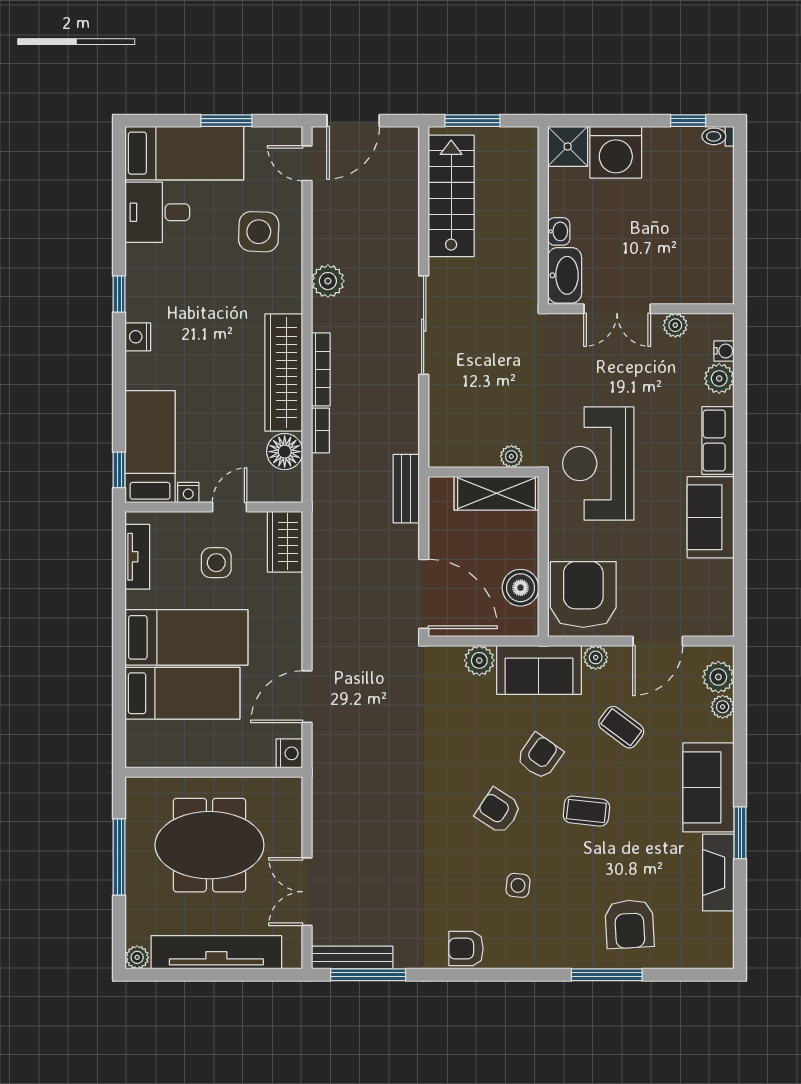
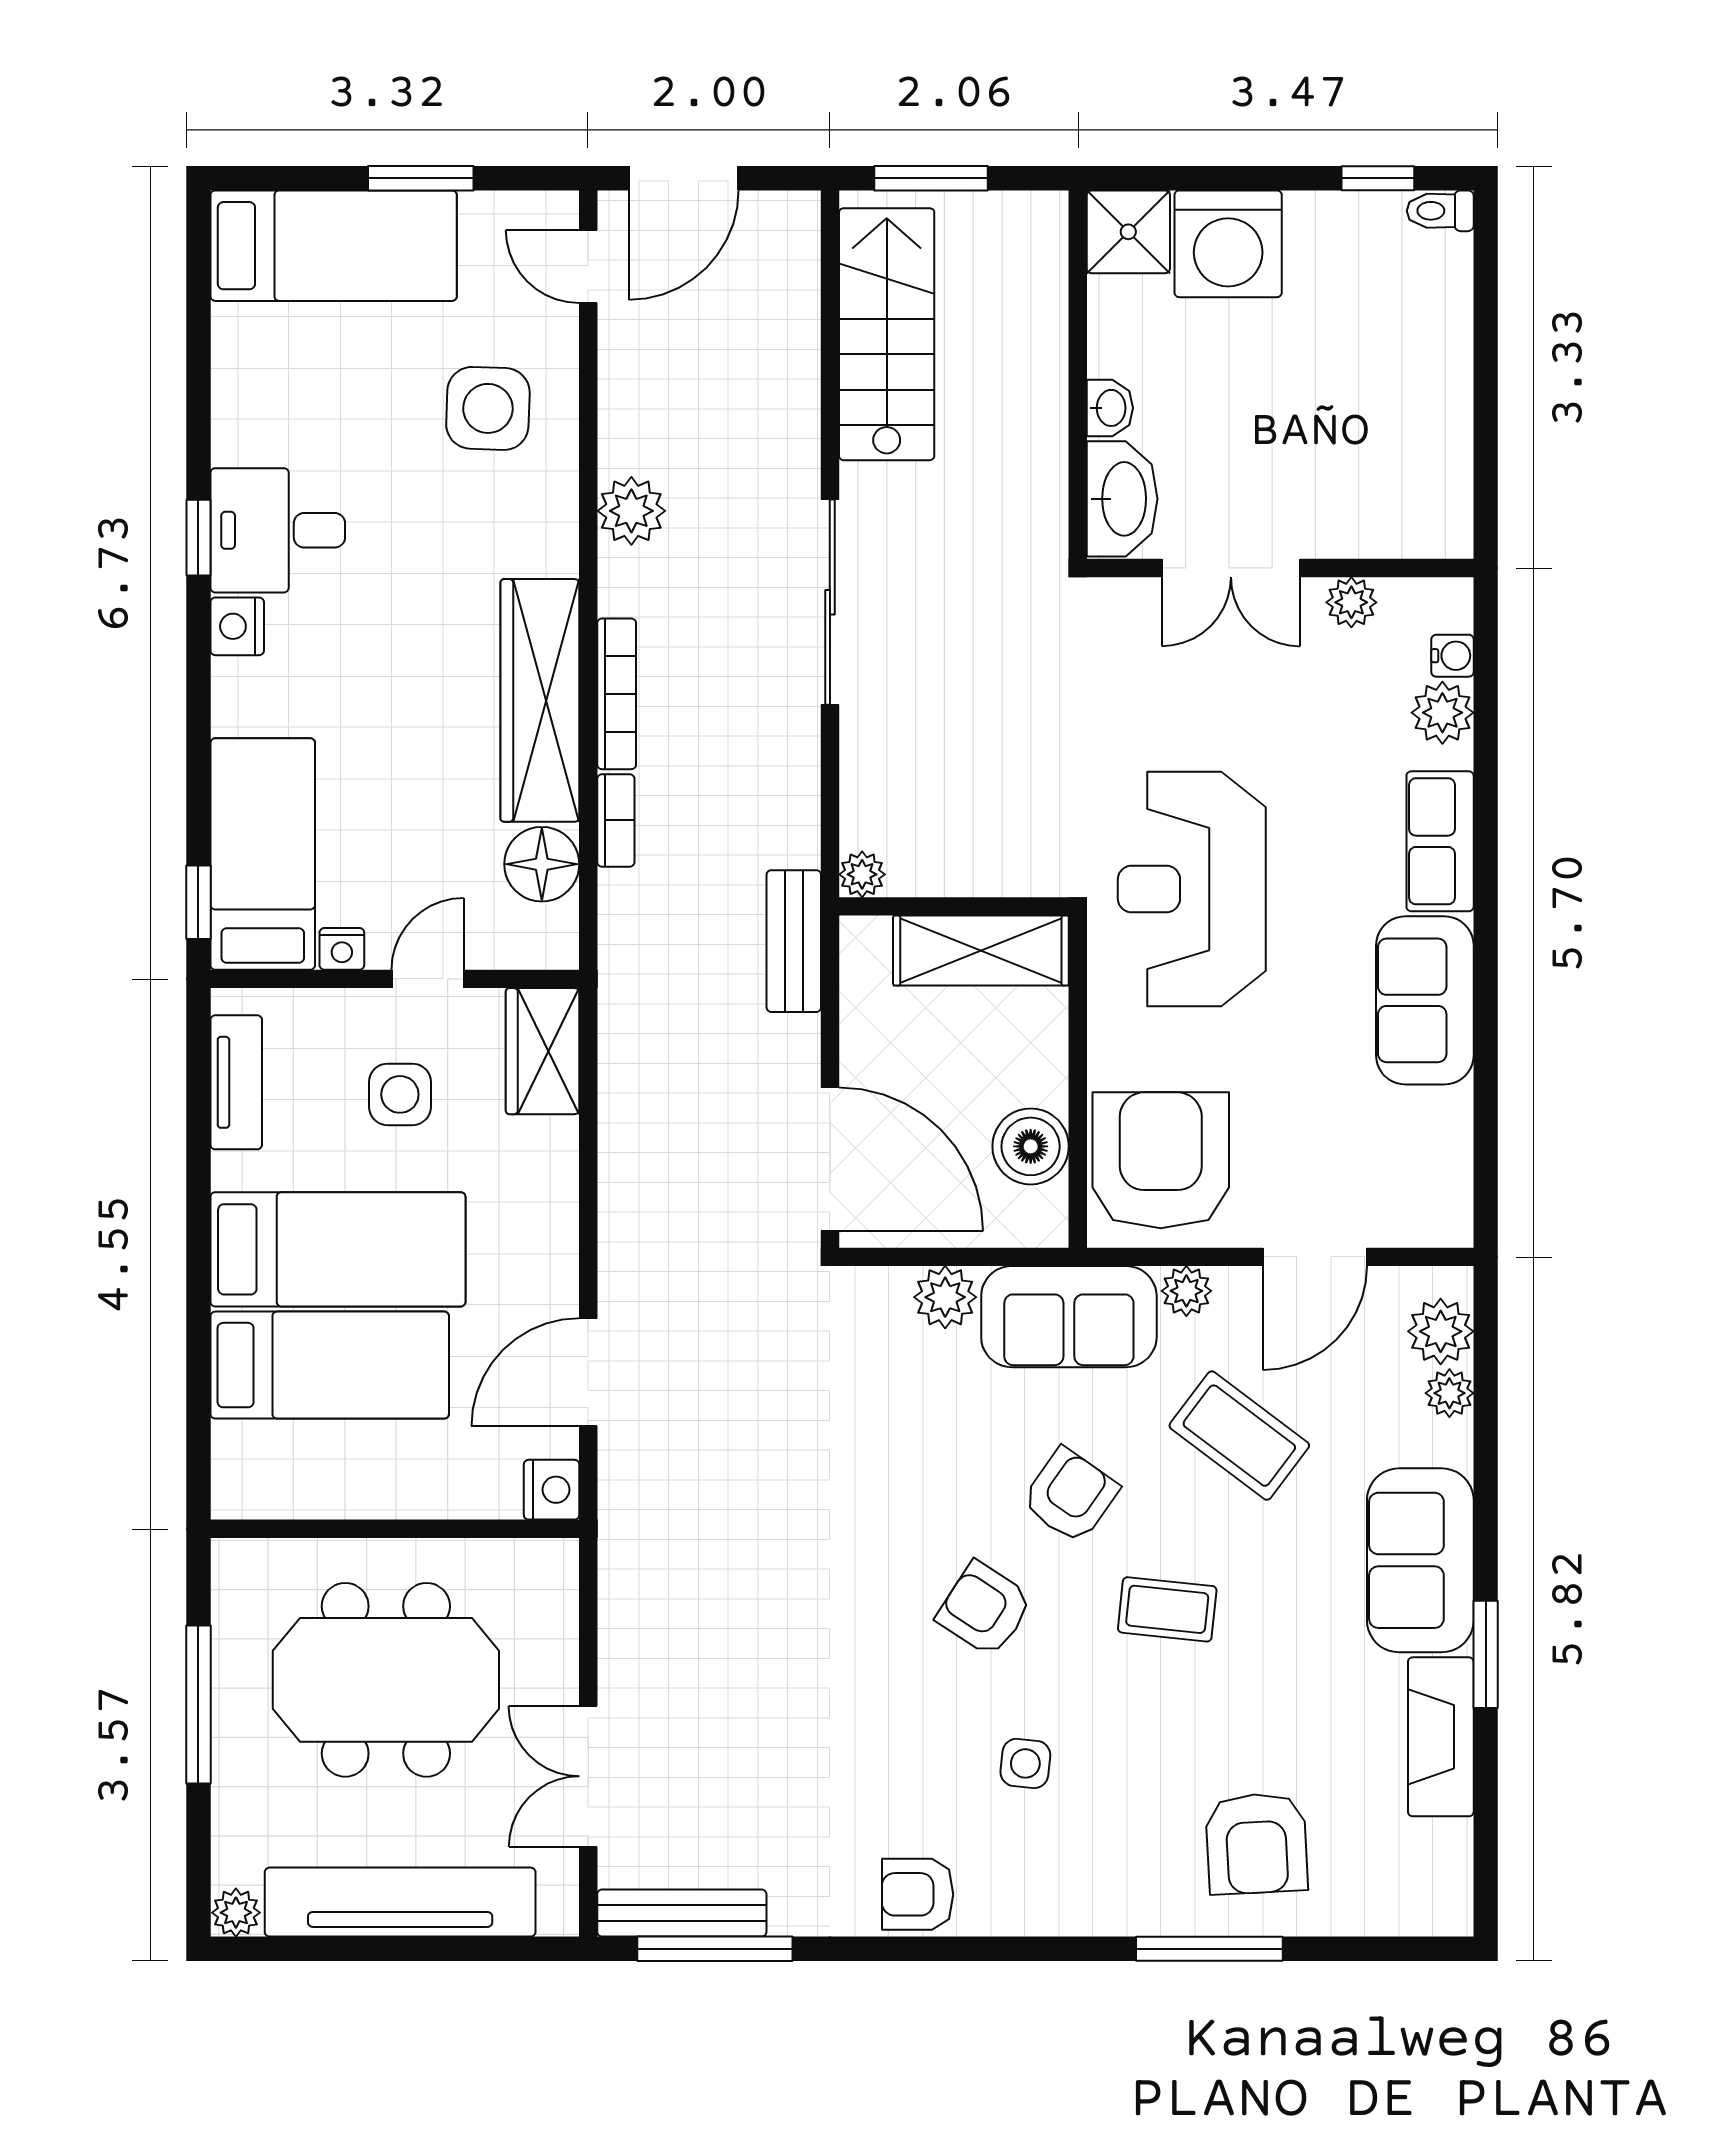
desk: (157, 212) -> (278, 530), moved
plant: (511, 456) -> (862, 874), moved
coffee table: (621, 727) -> (1239, 1436), width x1.36, depth x1.30

